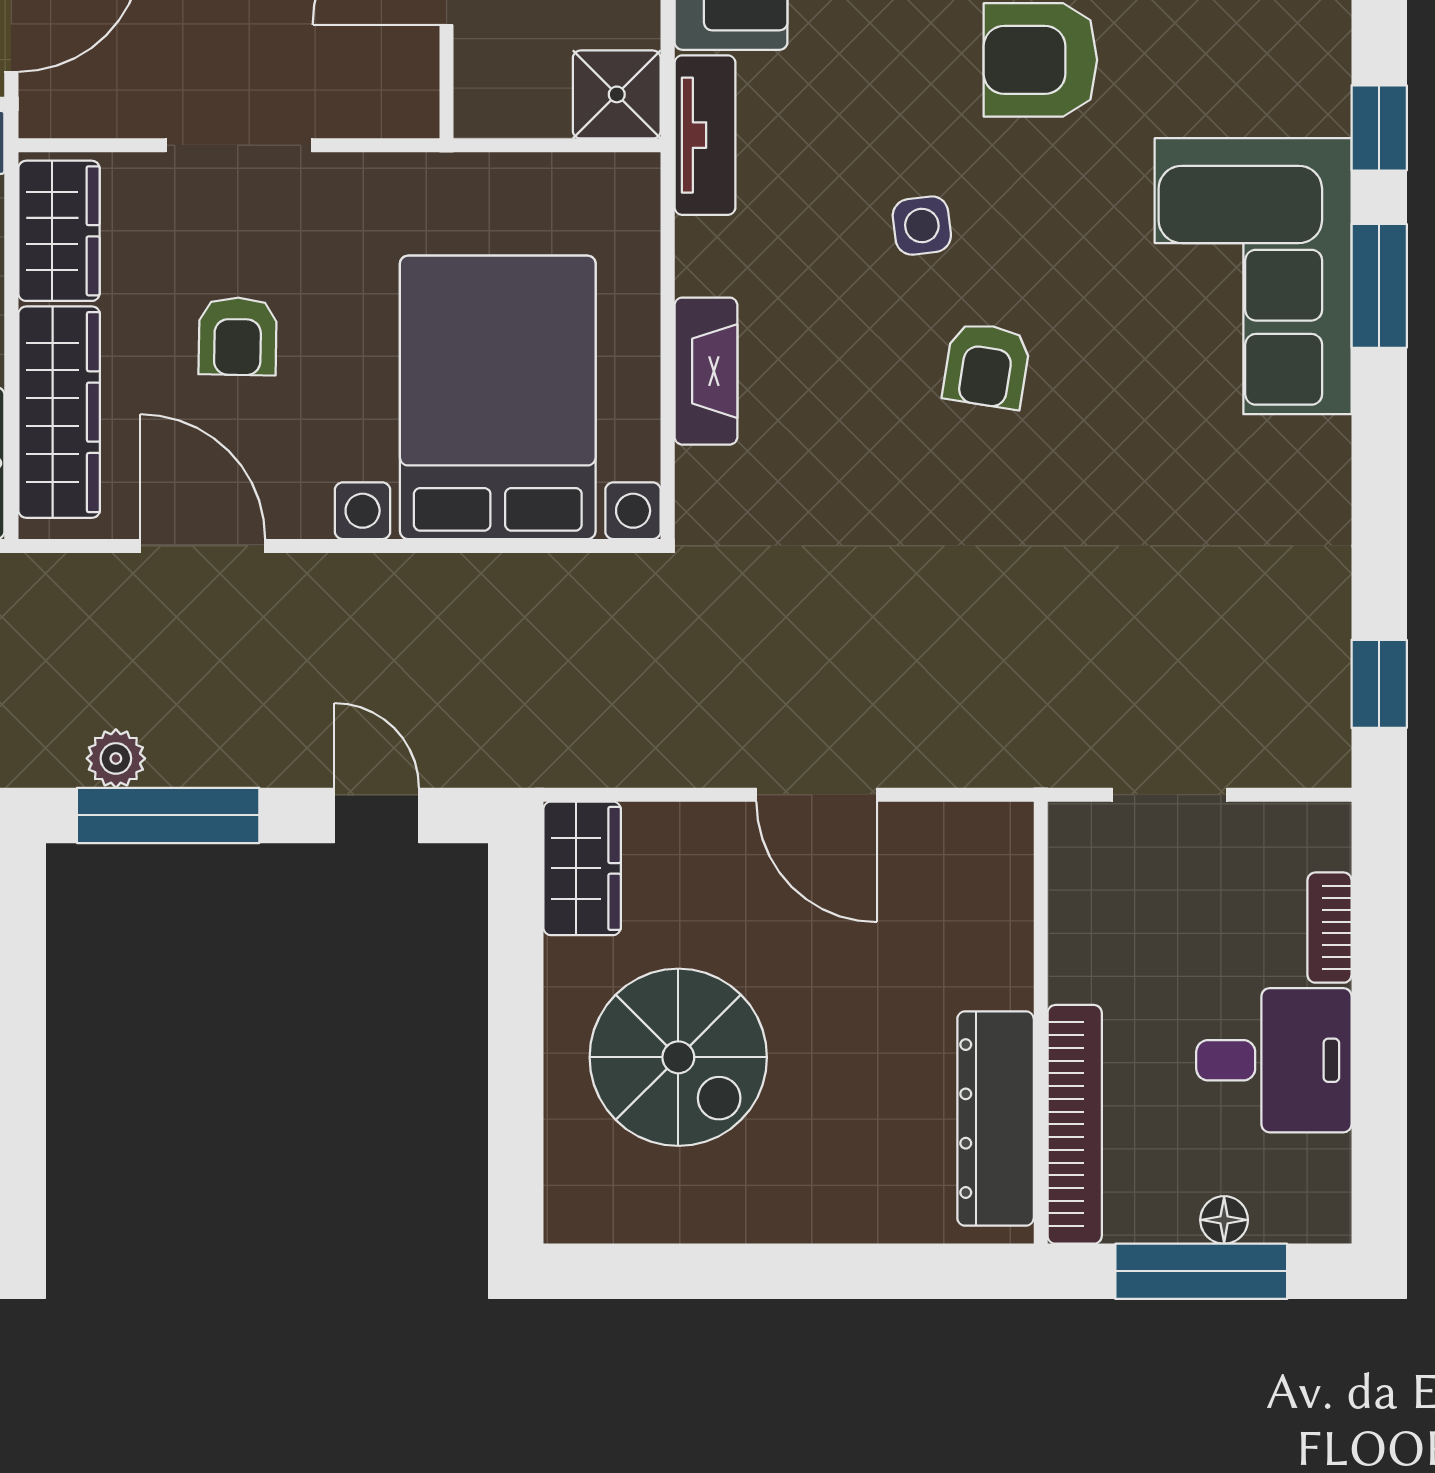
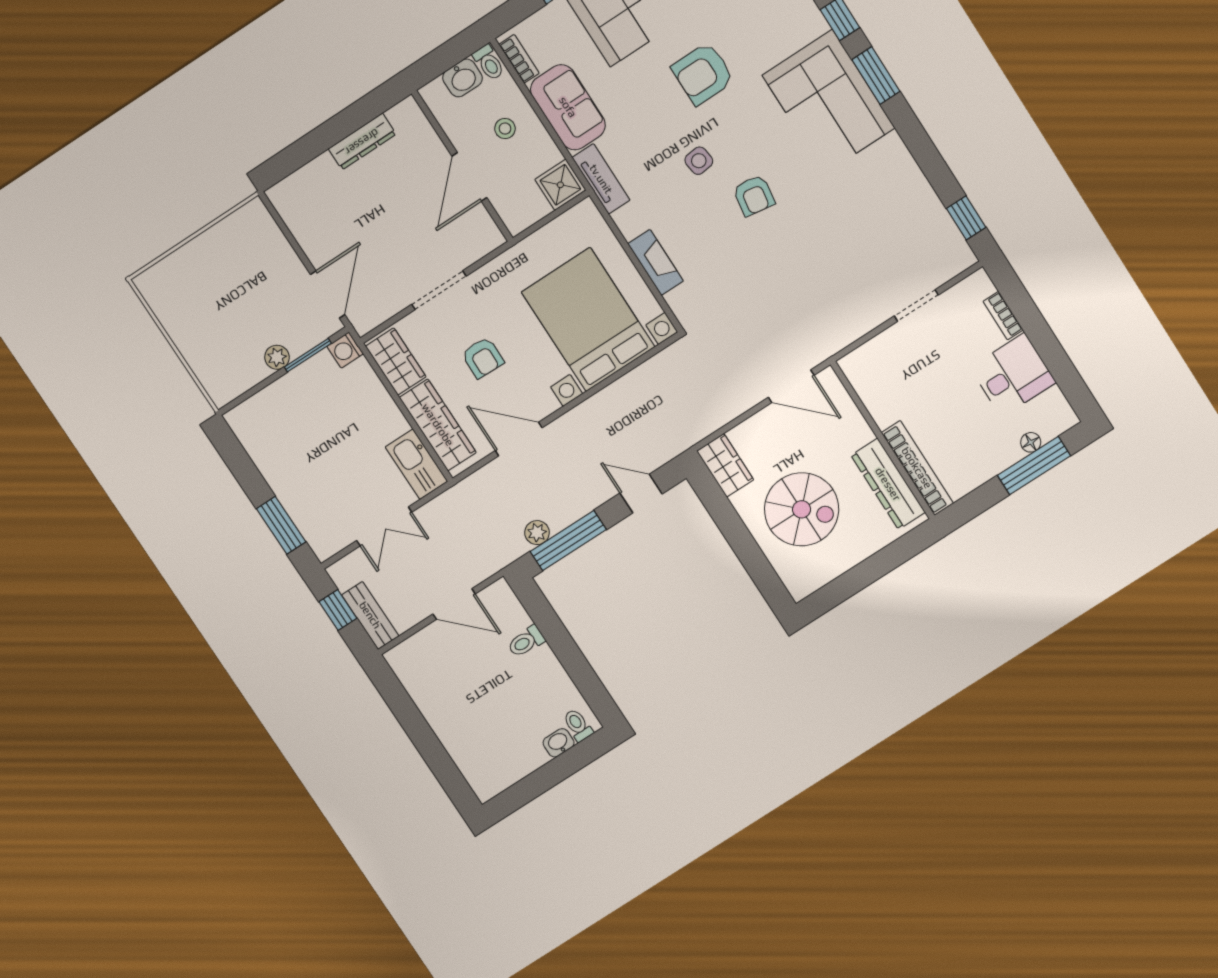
wall: (1041, 1023) -> (883, 440), moved
dresser: (996, 1119) -> (888, 484), moved
bookcase: (1075, 1124) -> (917, 468), moved

